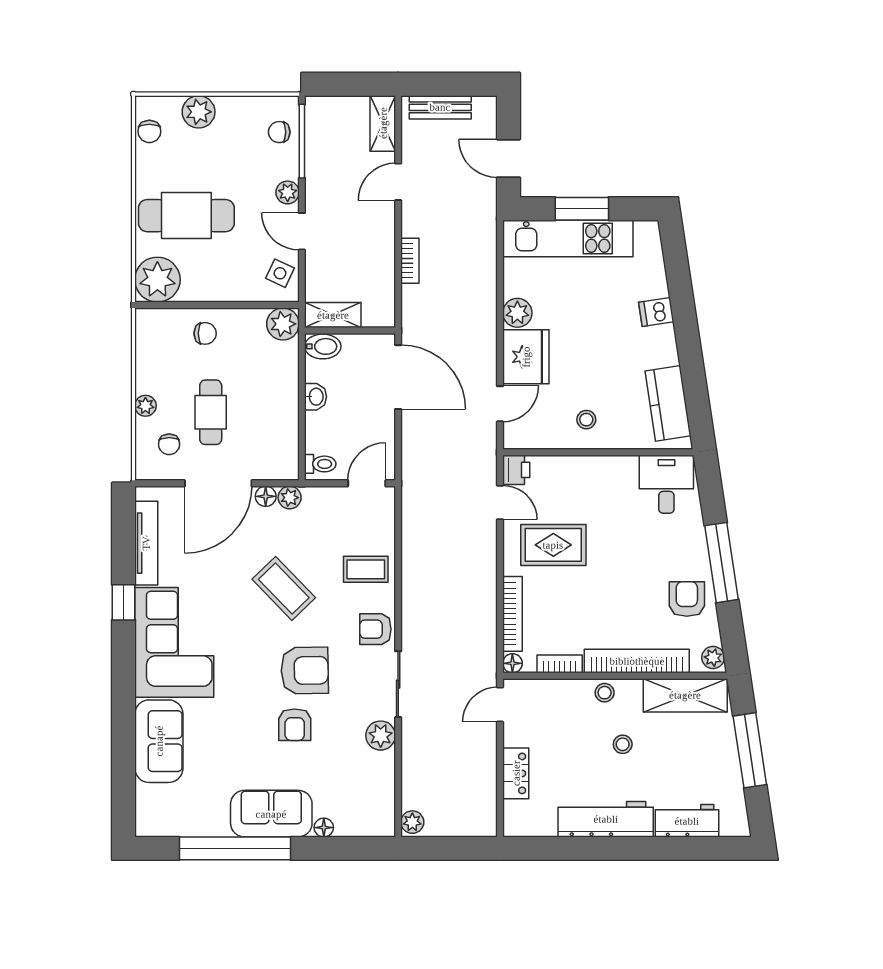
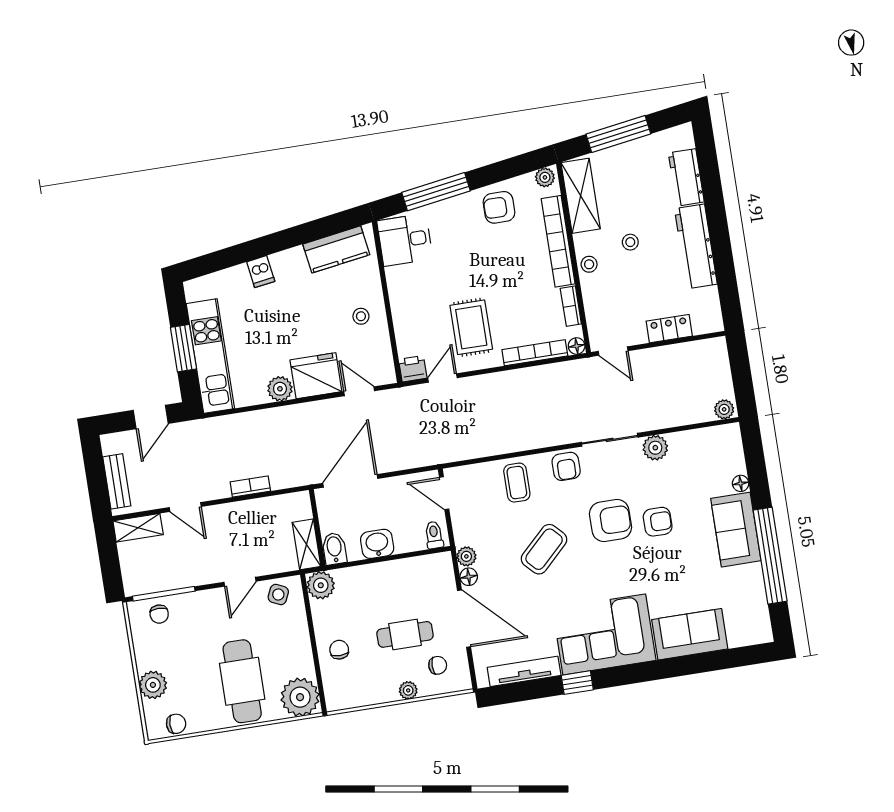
plant: (288, 192) -> (209, 599), removed
washbasin: (316, 397) -> (377, 544), width x1.38, depth x1.45
window: (722, 563) -> (436, 192), moved
armchair: (305, 670) -> (610, 521), turned 91

